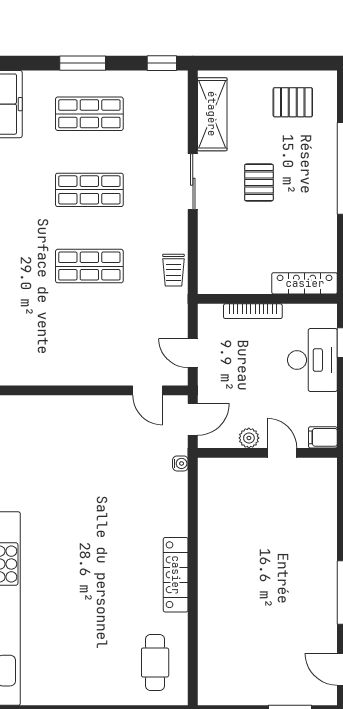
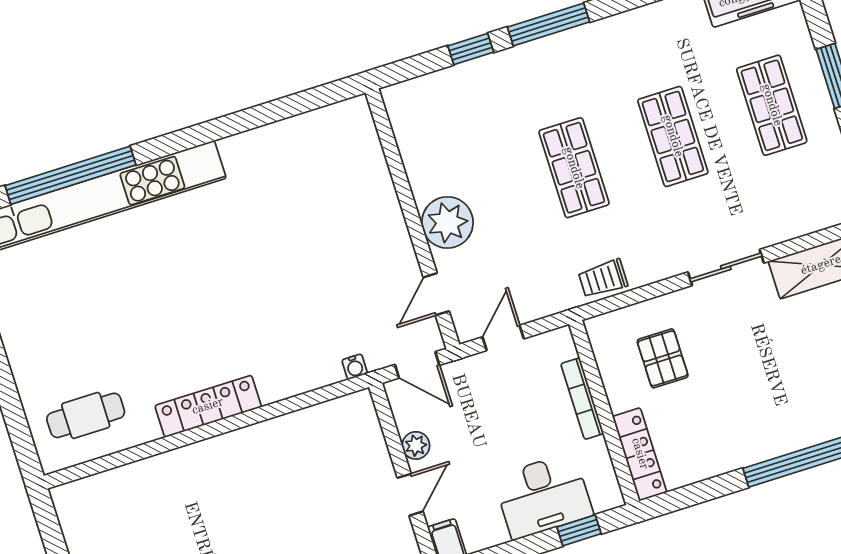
pallet: (259, 182) -> (663, 358), moved, turned 90
plant: (100, 367) -> (447, 222), added

